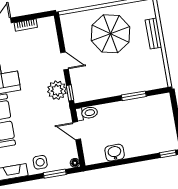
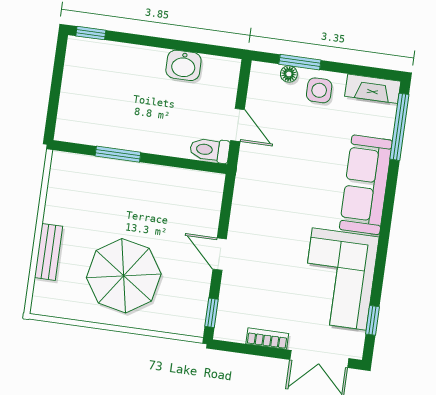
plant: (57, 90) -> (249, 207), removed
window: (70, 93) -> (212, 313), moved
floor lamp: (75, 163) -> (289, 74), moved

